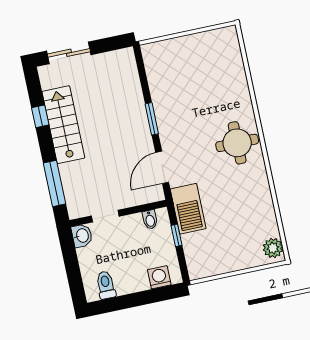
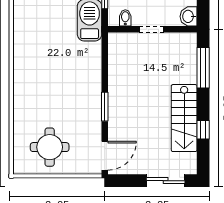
round table: (237, 143) -> (50, 147), moved
door: (162, 167) -> (105, 156), moved
doorway: (105, 216) -> (152, 29), moved

